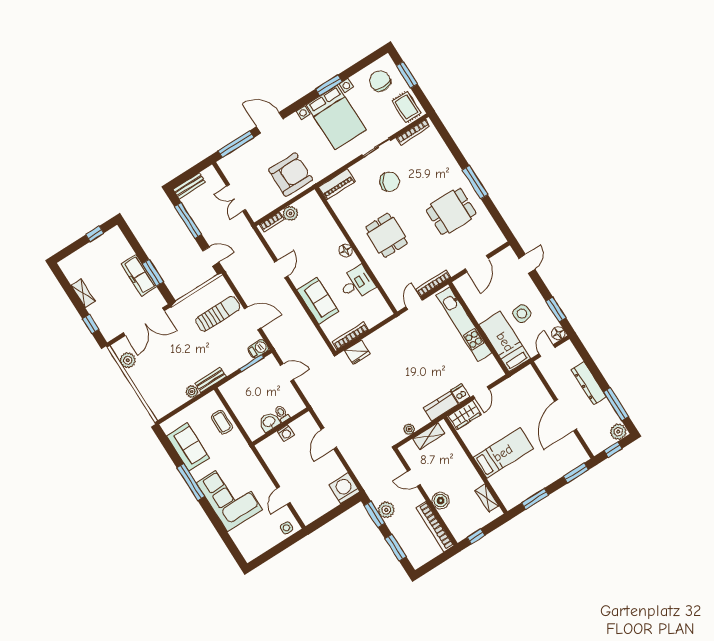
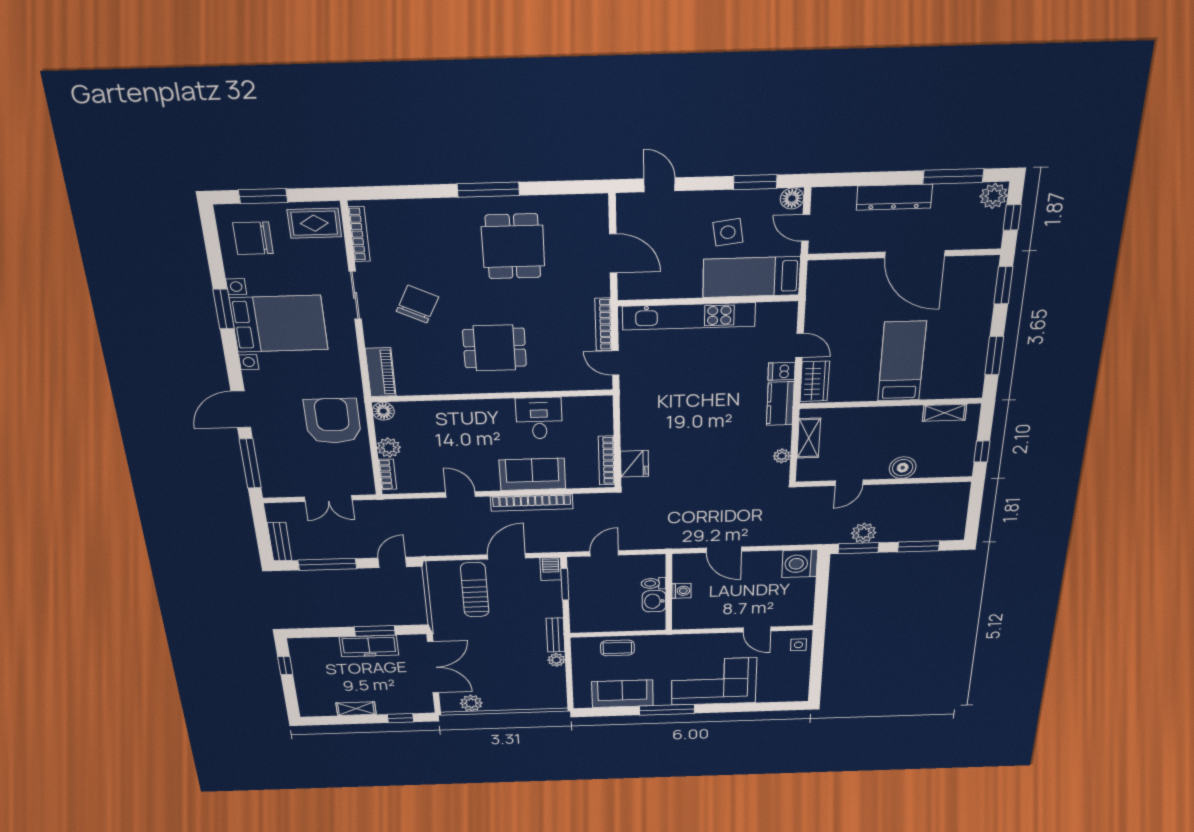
floor lamp: (346, 250) -> (383, 411), moved
bookcase: (435, 526) -> (532, 503), moved

